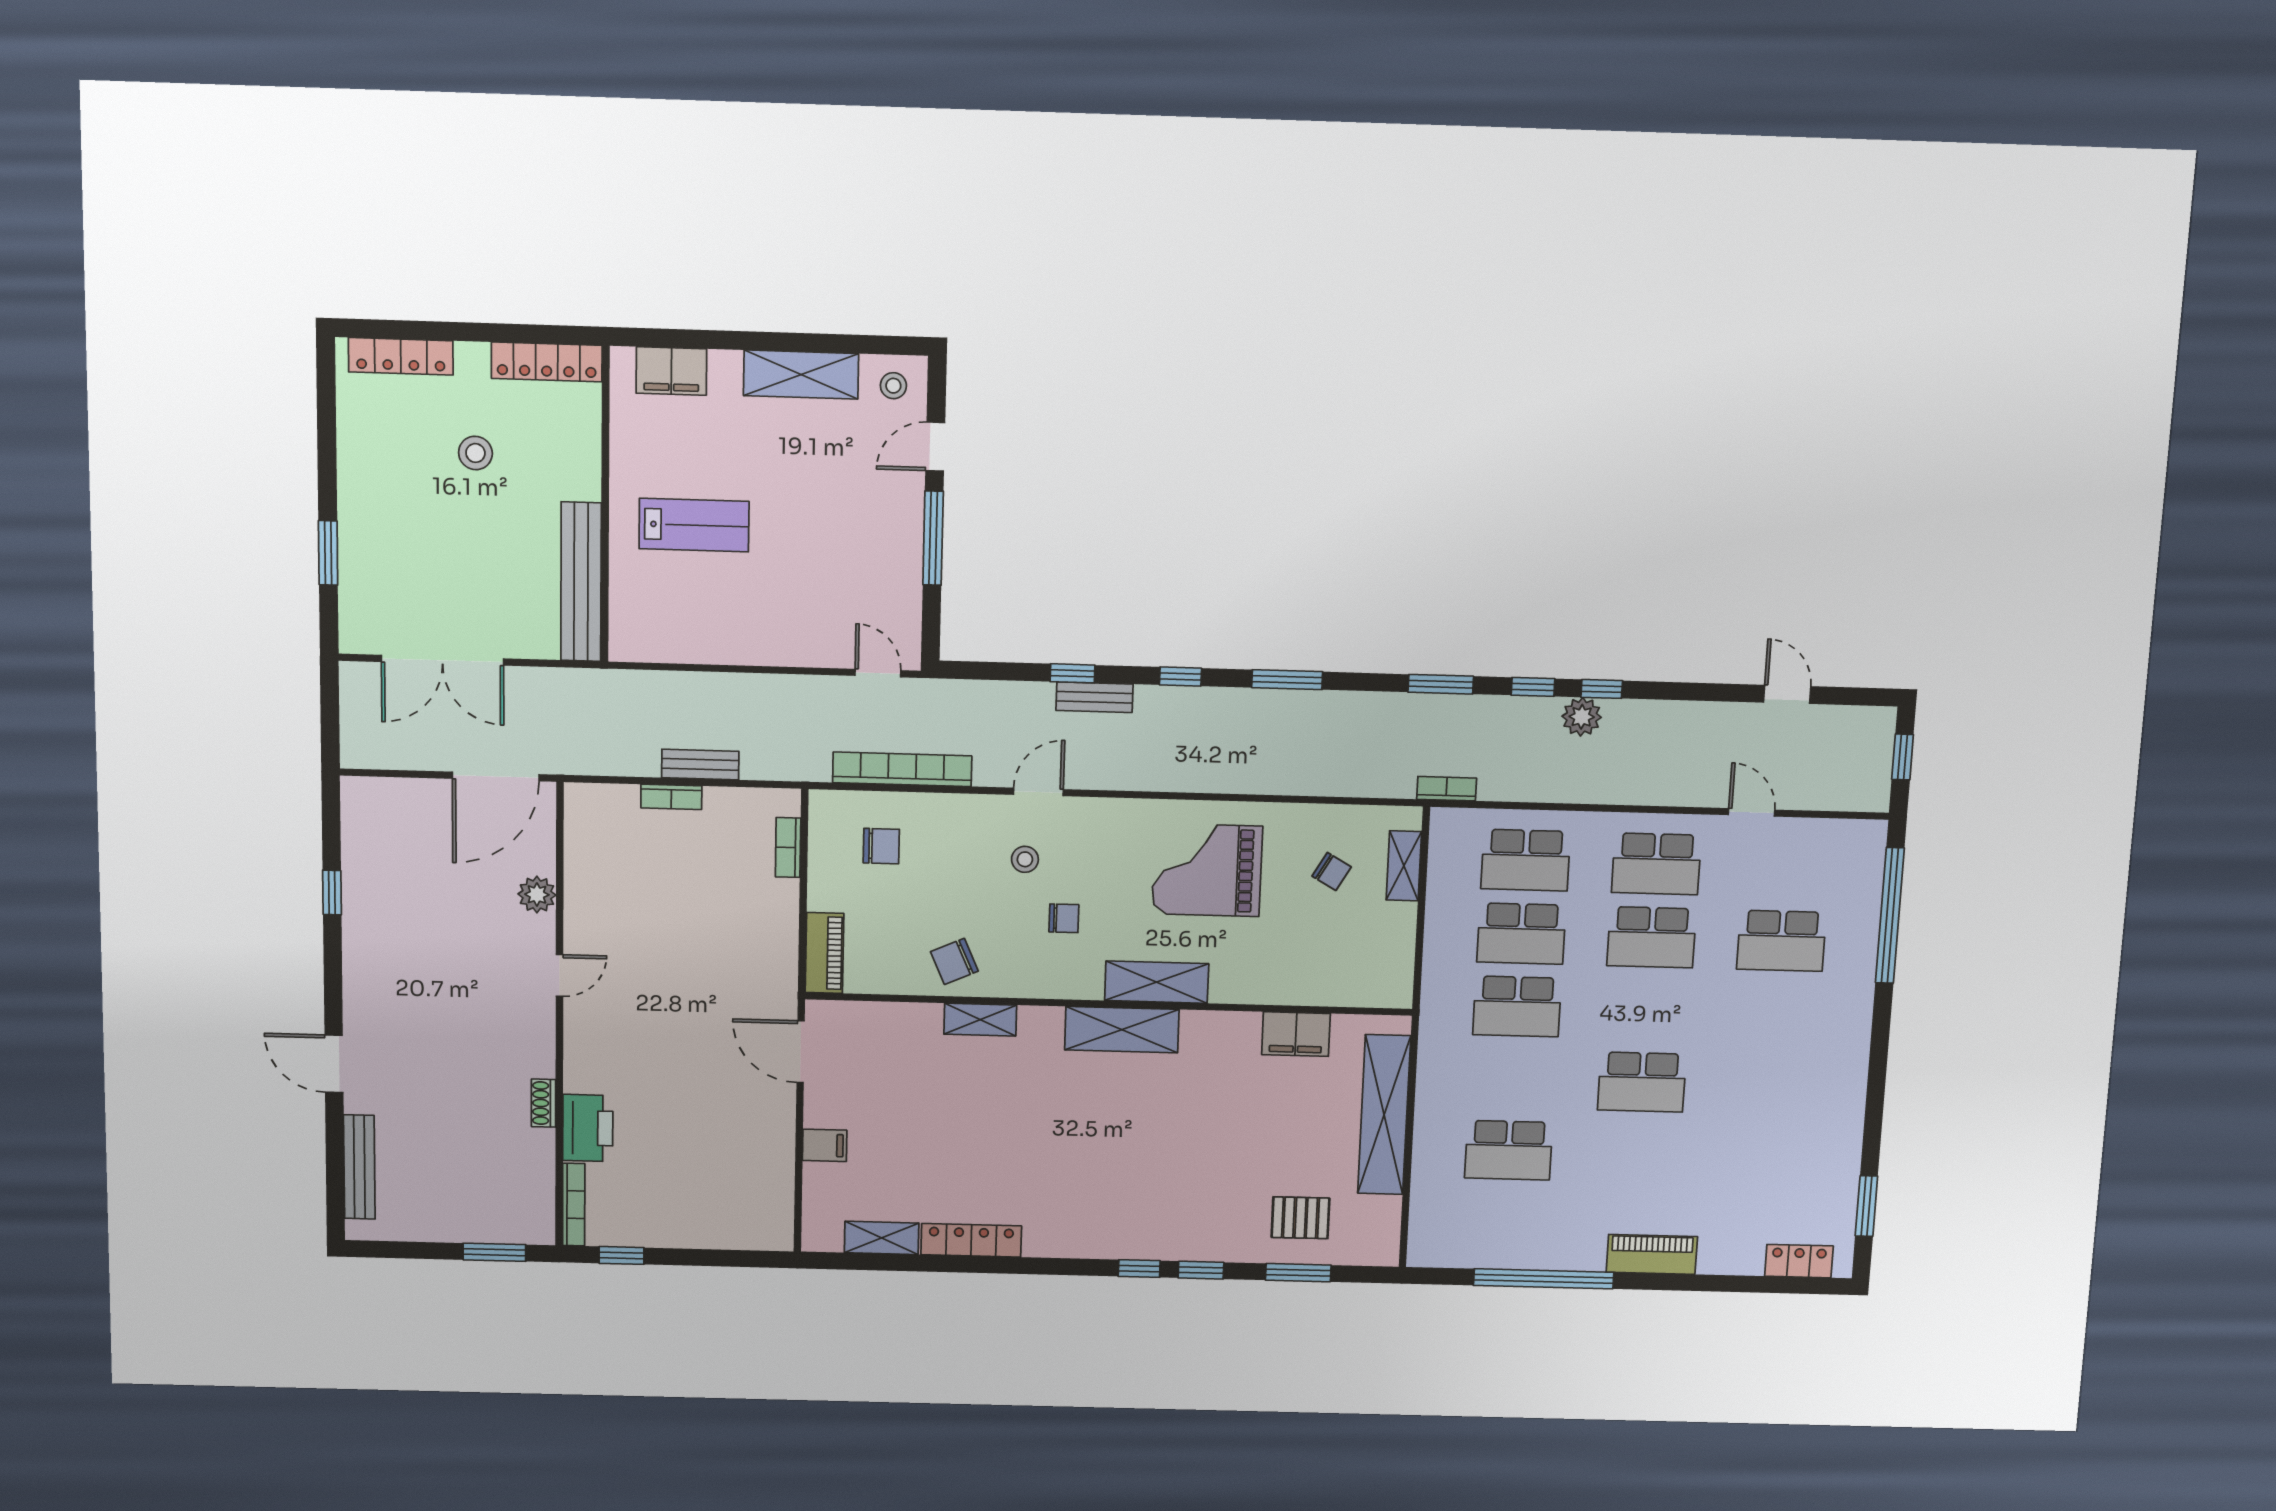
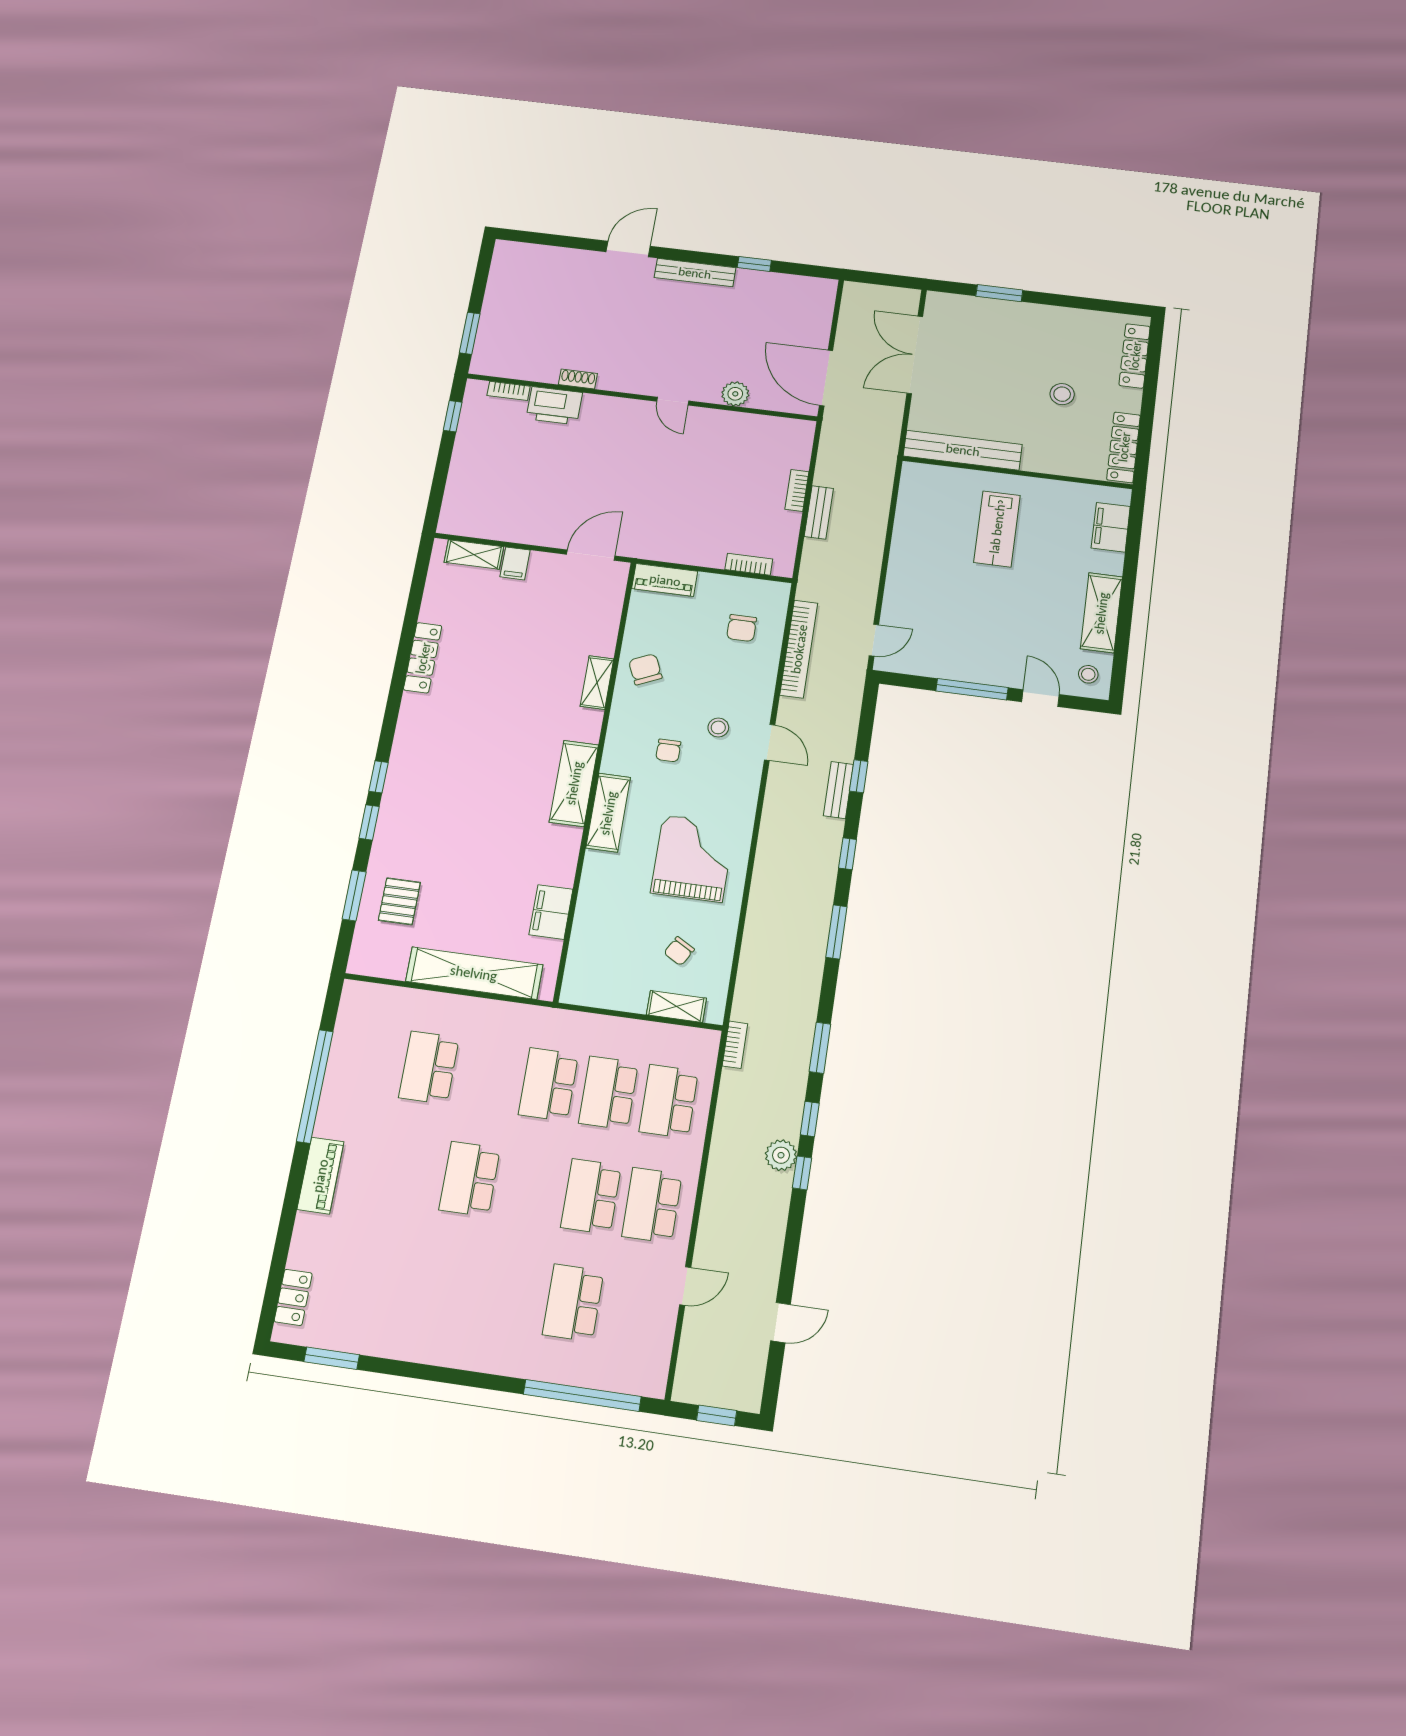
bench: (359, 1167) -> (695, 273), moved
bookcase: (574, 1205) -> (509, 391), width x0.64
shelving: (882, 1238) -> (474, 554), moved, turned 90

